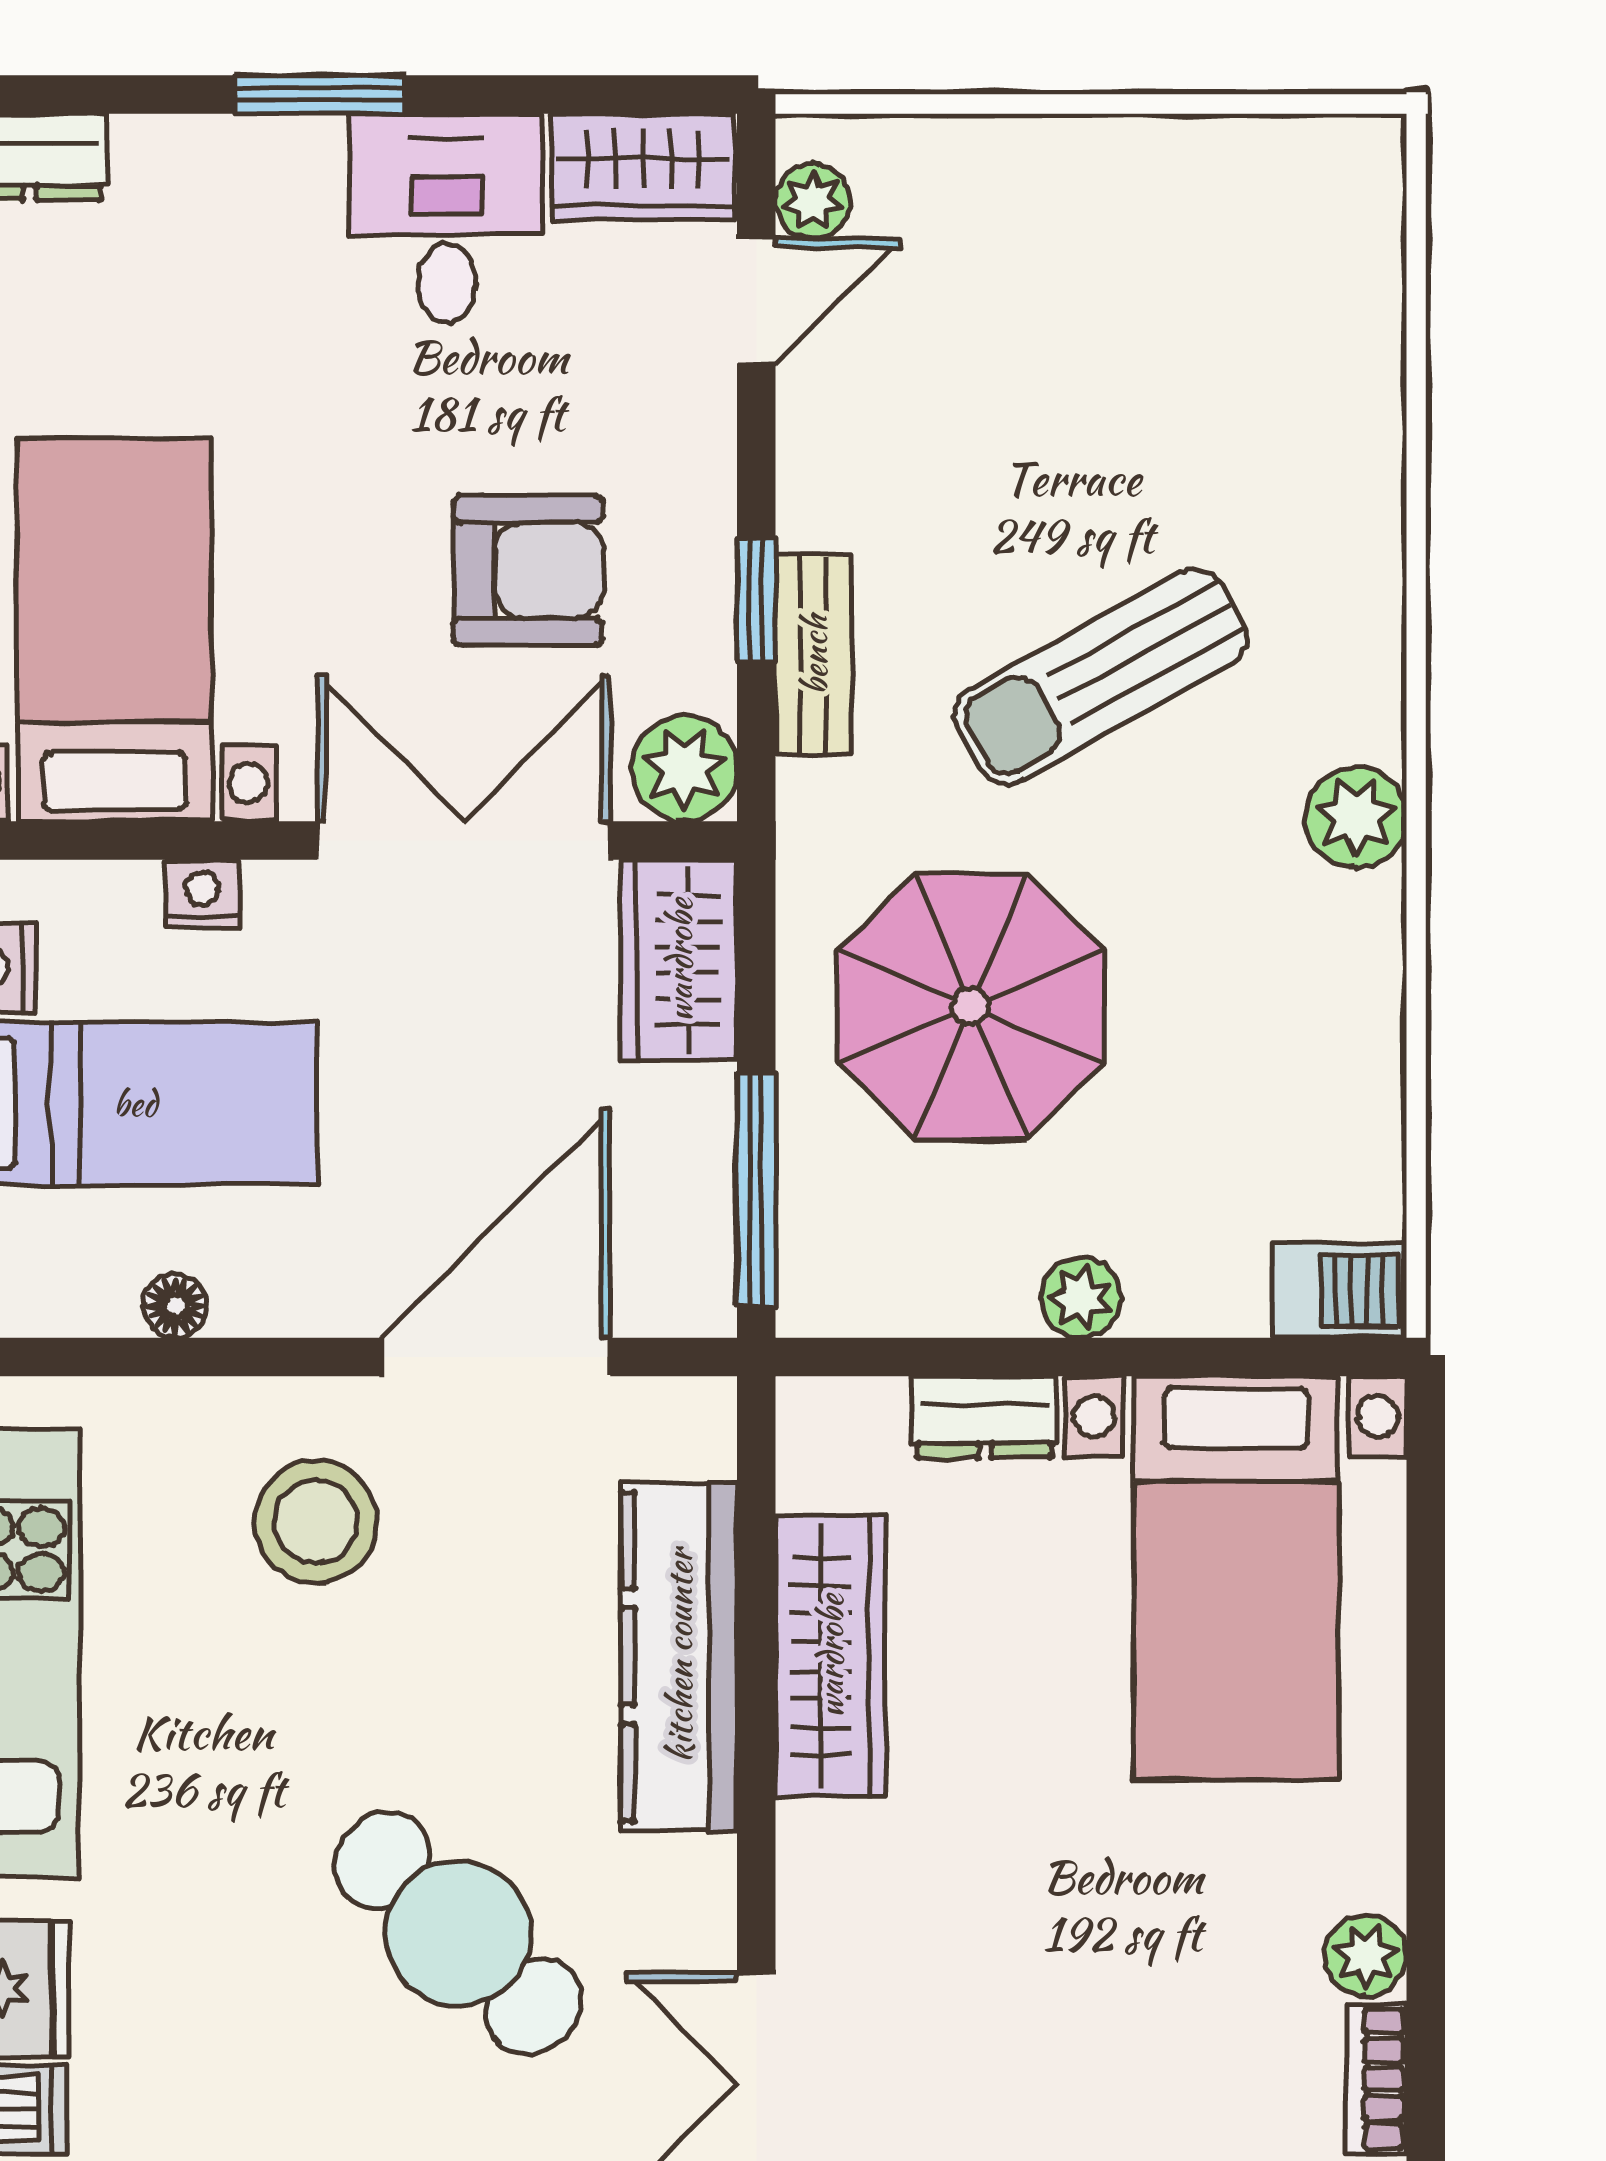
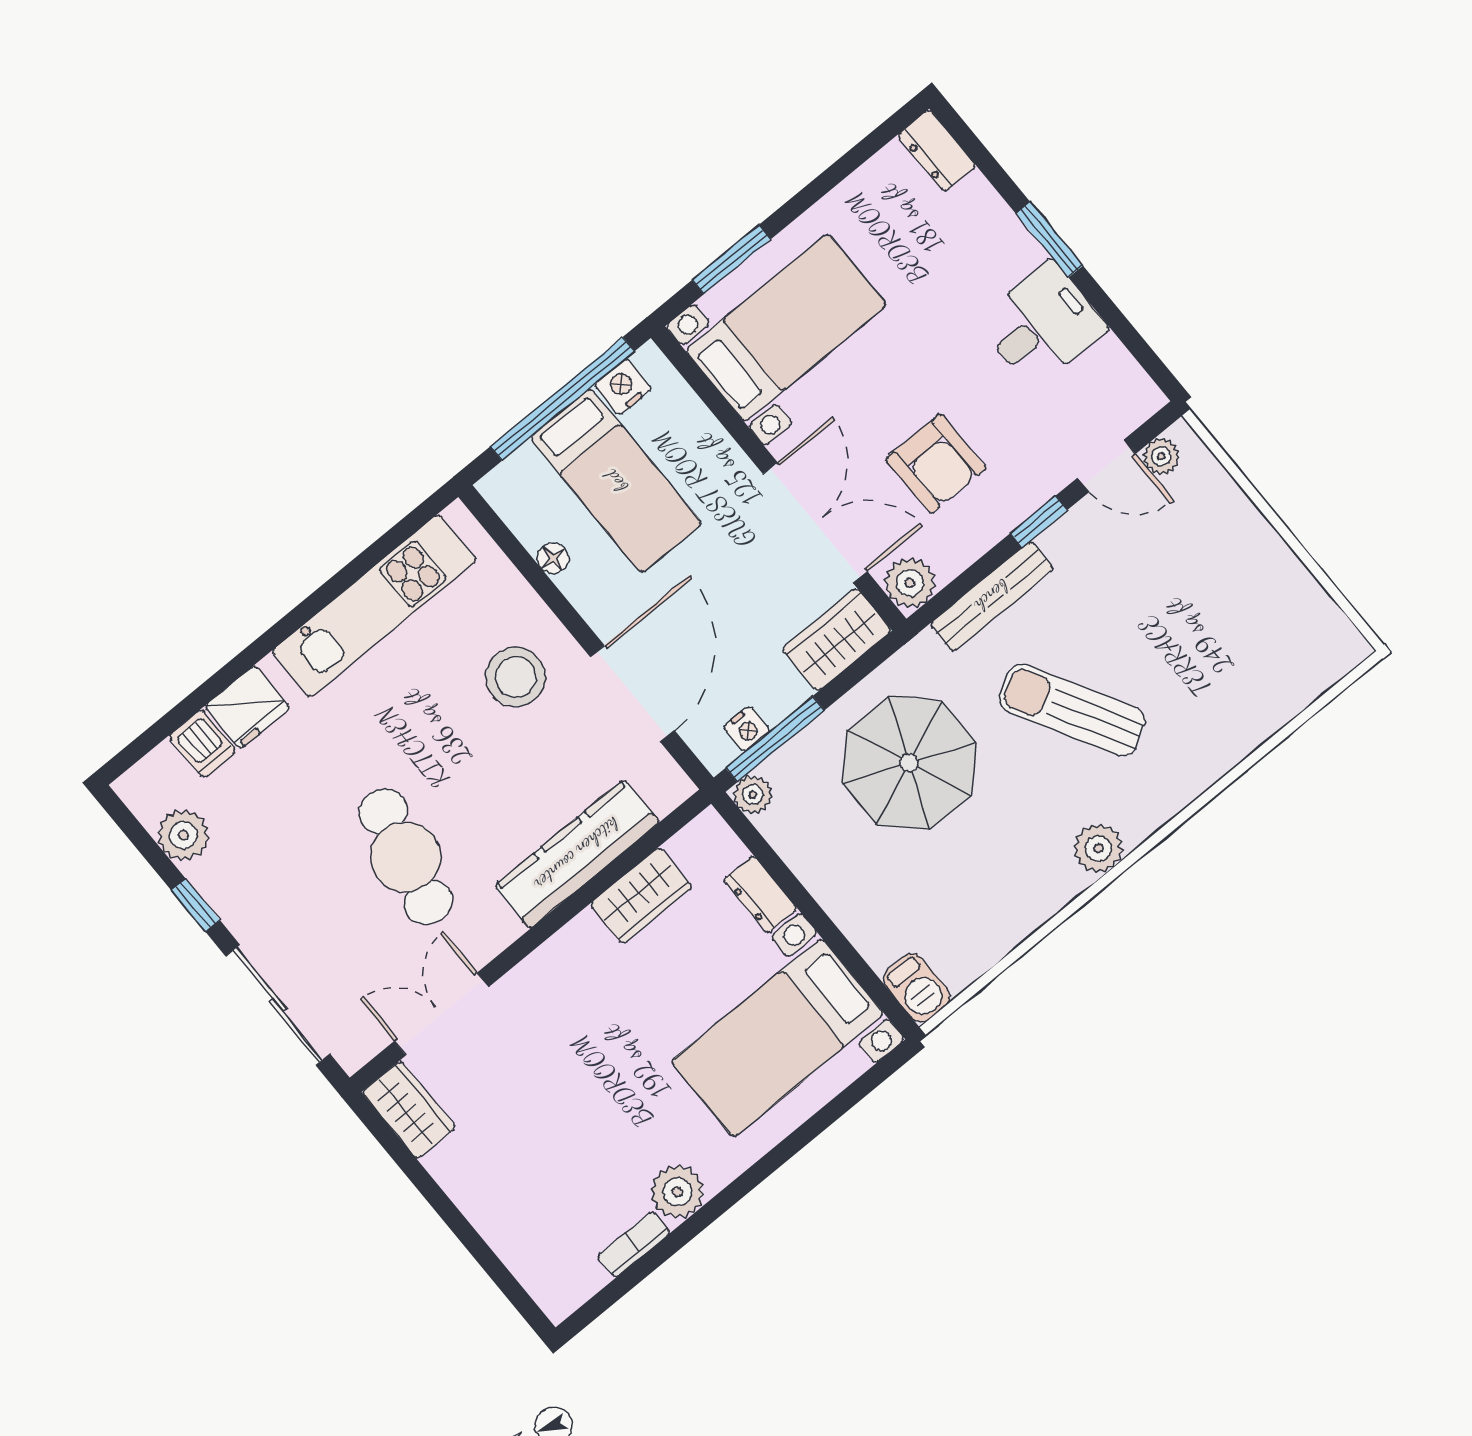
wardrobe: (643, 167) -> (1122, 382), removed
window: (756, 600) -> (1039, 522), moved
bench: (814, 655) -> (992, 596), width x1.36
nightstand: (202, 894) -> (747, 729), moved, turned 90
plant: (1081, 1298) -> (753, 795), moved
door: (496, 1357) -> (632, 694), hinge flipped
wardrobe: (830, 1656) -> (641, 896), width x0.67
cafe table: (458, 1933) -> (406, 857), turned -31
plant: (1366, 1956) -> (677, 1192), width x1.38, depth x1.38

